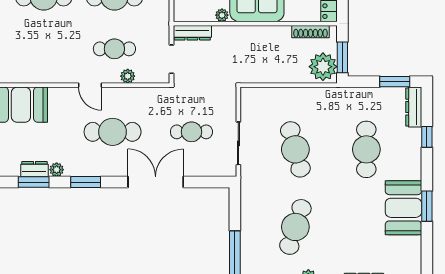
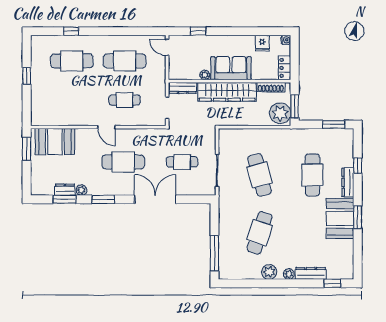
wardrobe: (252, 38) -> (227, 92), added
plant: (128, 76) -> (134, 120), removed
dresser: (414, 107) -> (348, 182), moved

